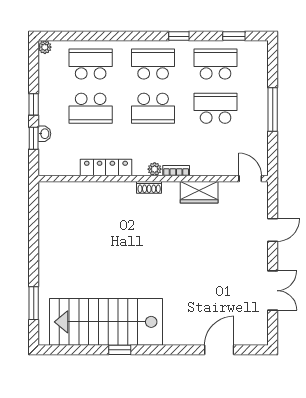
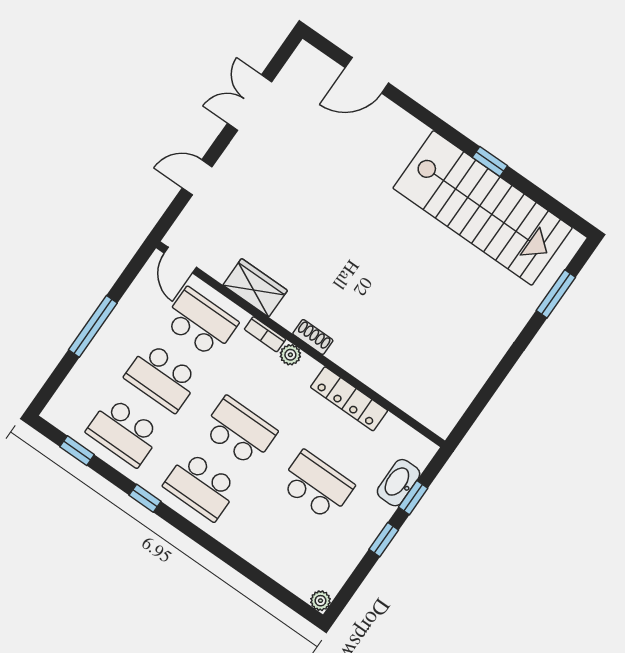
school desk: (91, 64) -> (200, 323), moved, turned 180
washbasin: (44, 134) -> (399, 483), width x1.91, depth x1.45

